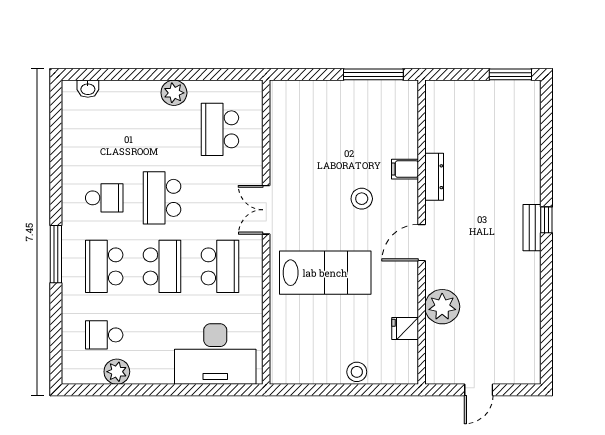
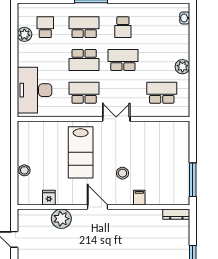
dresser: (434, 177) -> (176, 214), moved
school desk: (220, 266) -> (84, 93), turned 180

